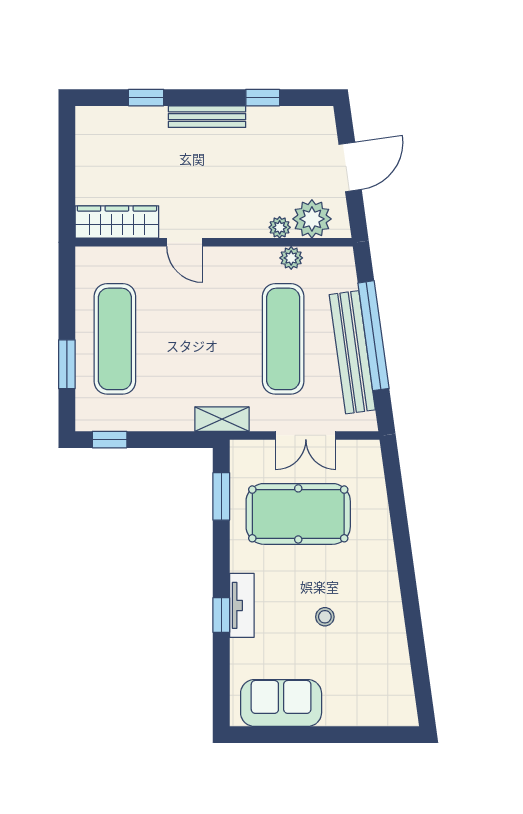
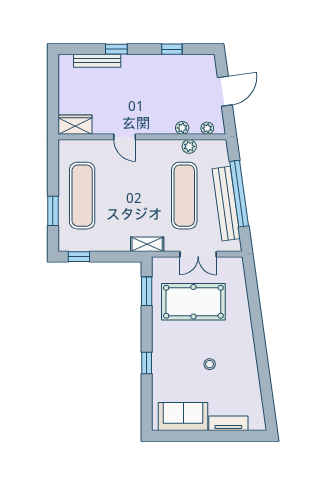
window: (146, 98) -> (116, 49), moved
bench: (207, 117) -> (97, 61), moved
plant: (312, 219) -> (207, 128), width x0.53, depth x0.53
wardrobe: (117, 222) -> (75, 125), width x0.67
tv unit: (242, 605) -> (228, 423), moved, turned -90

